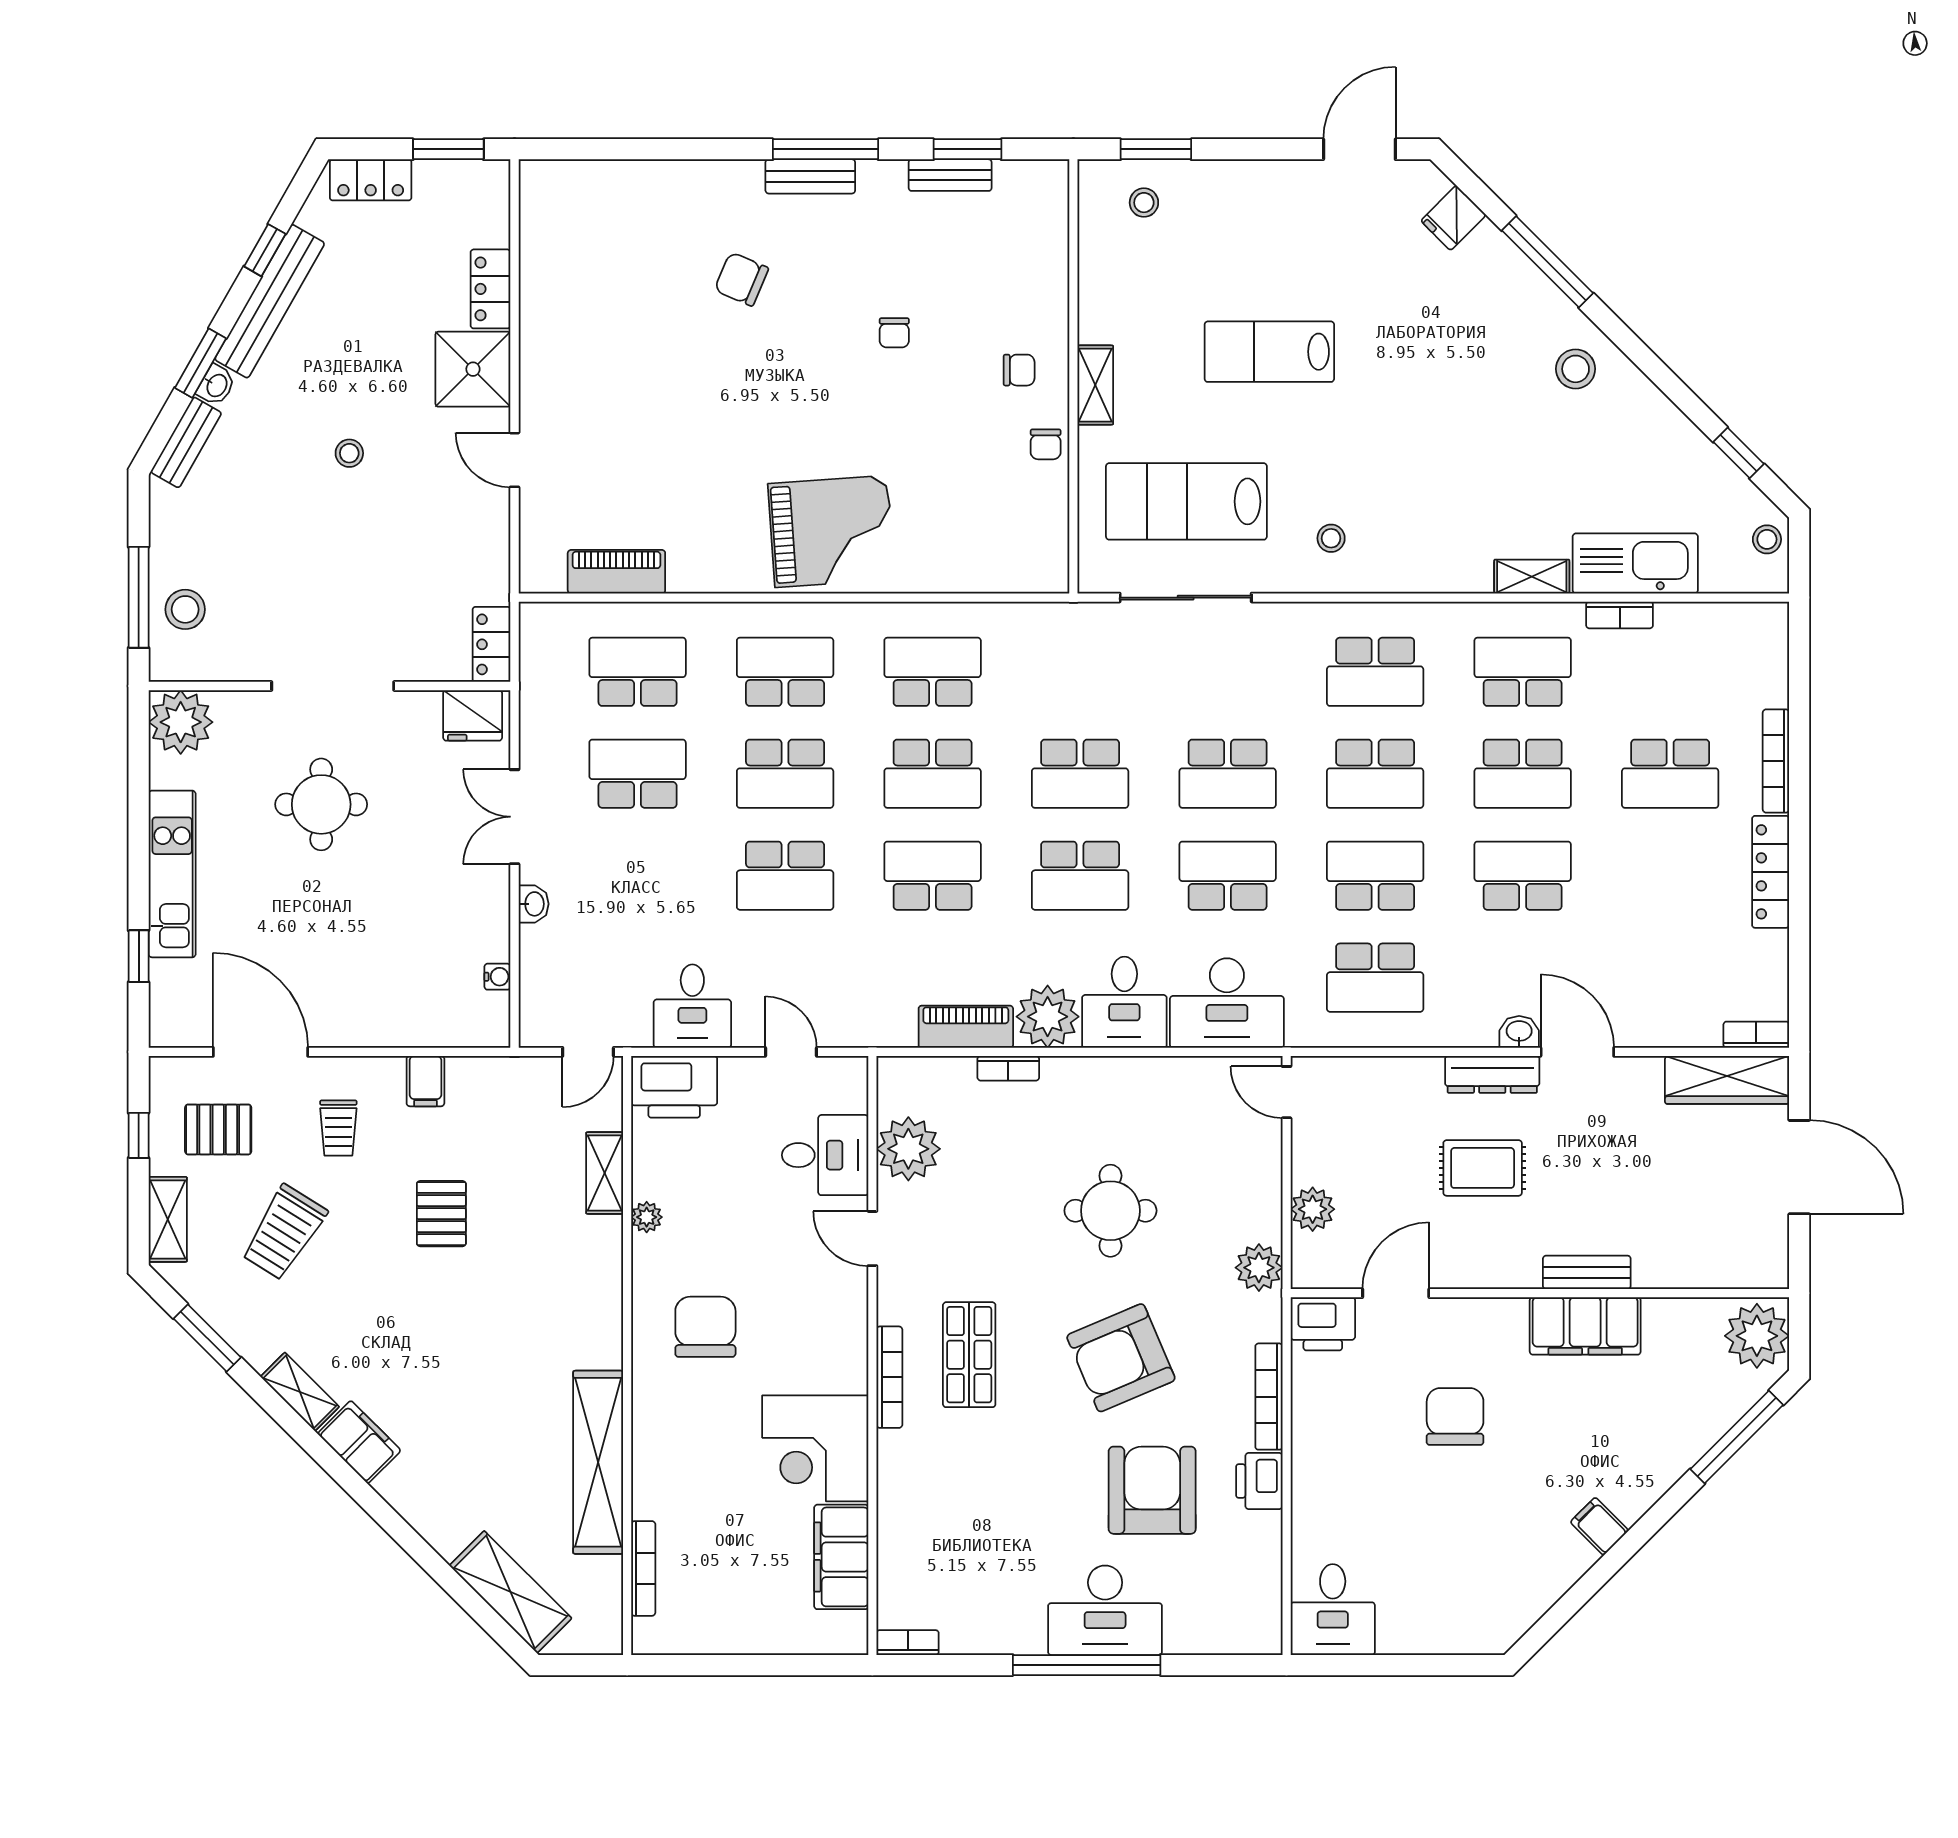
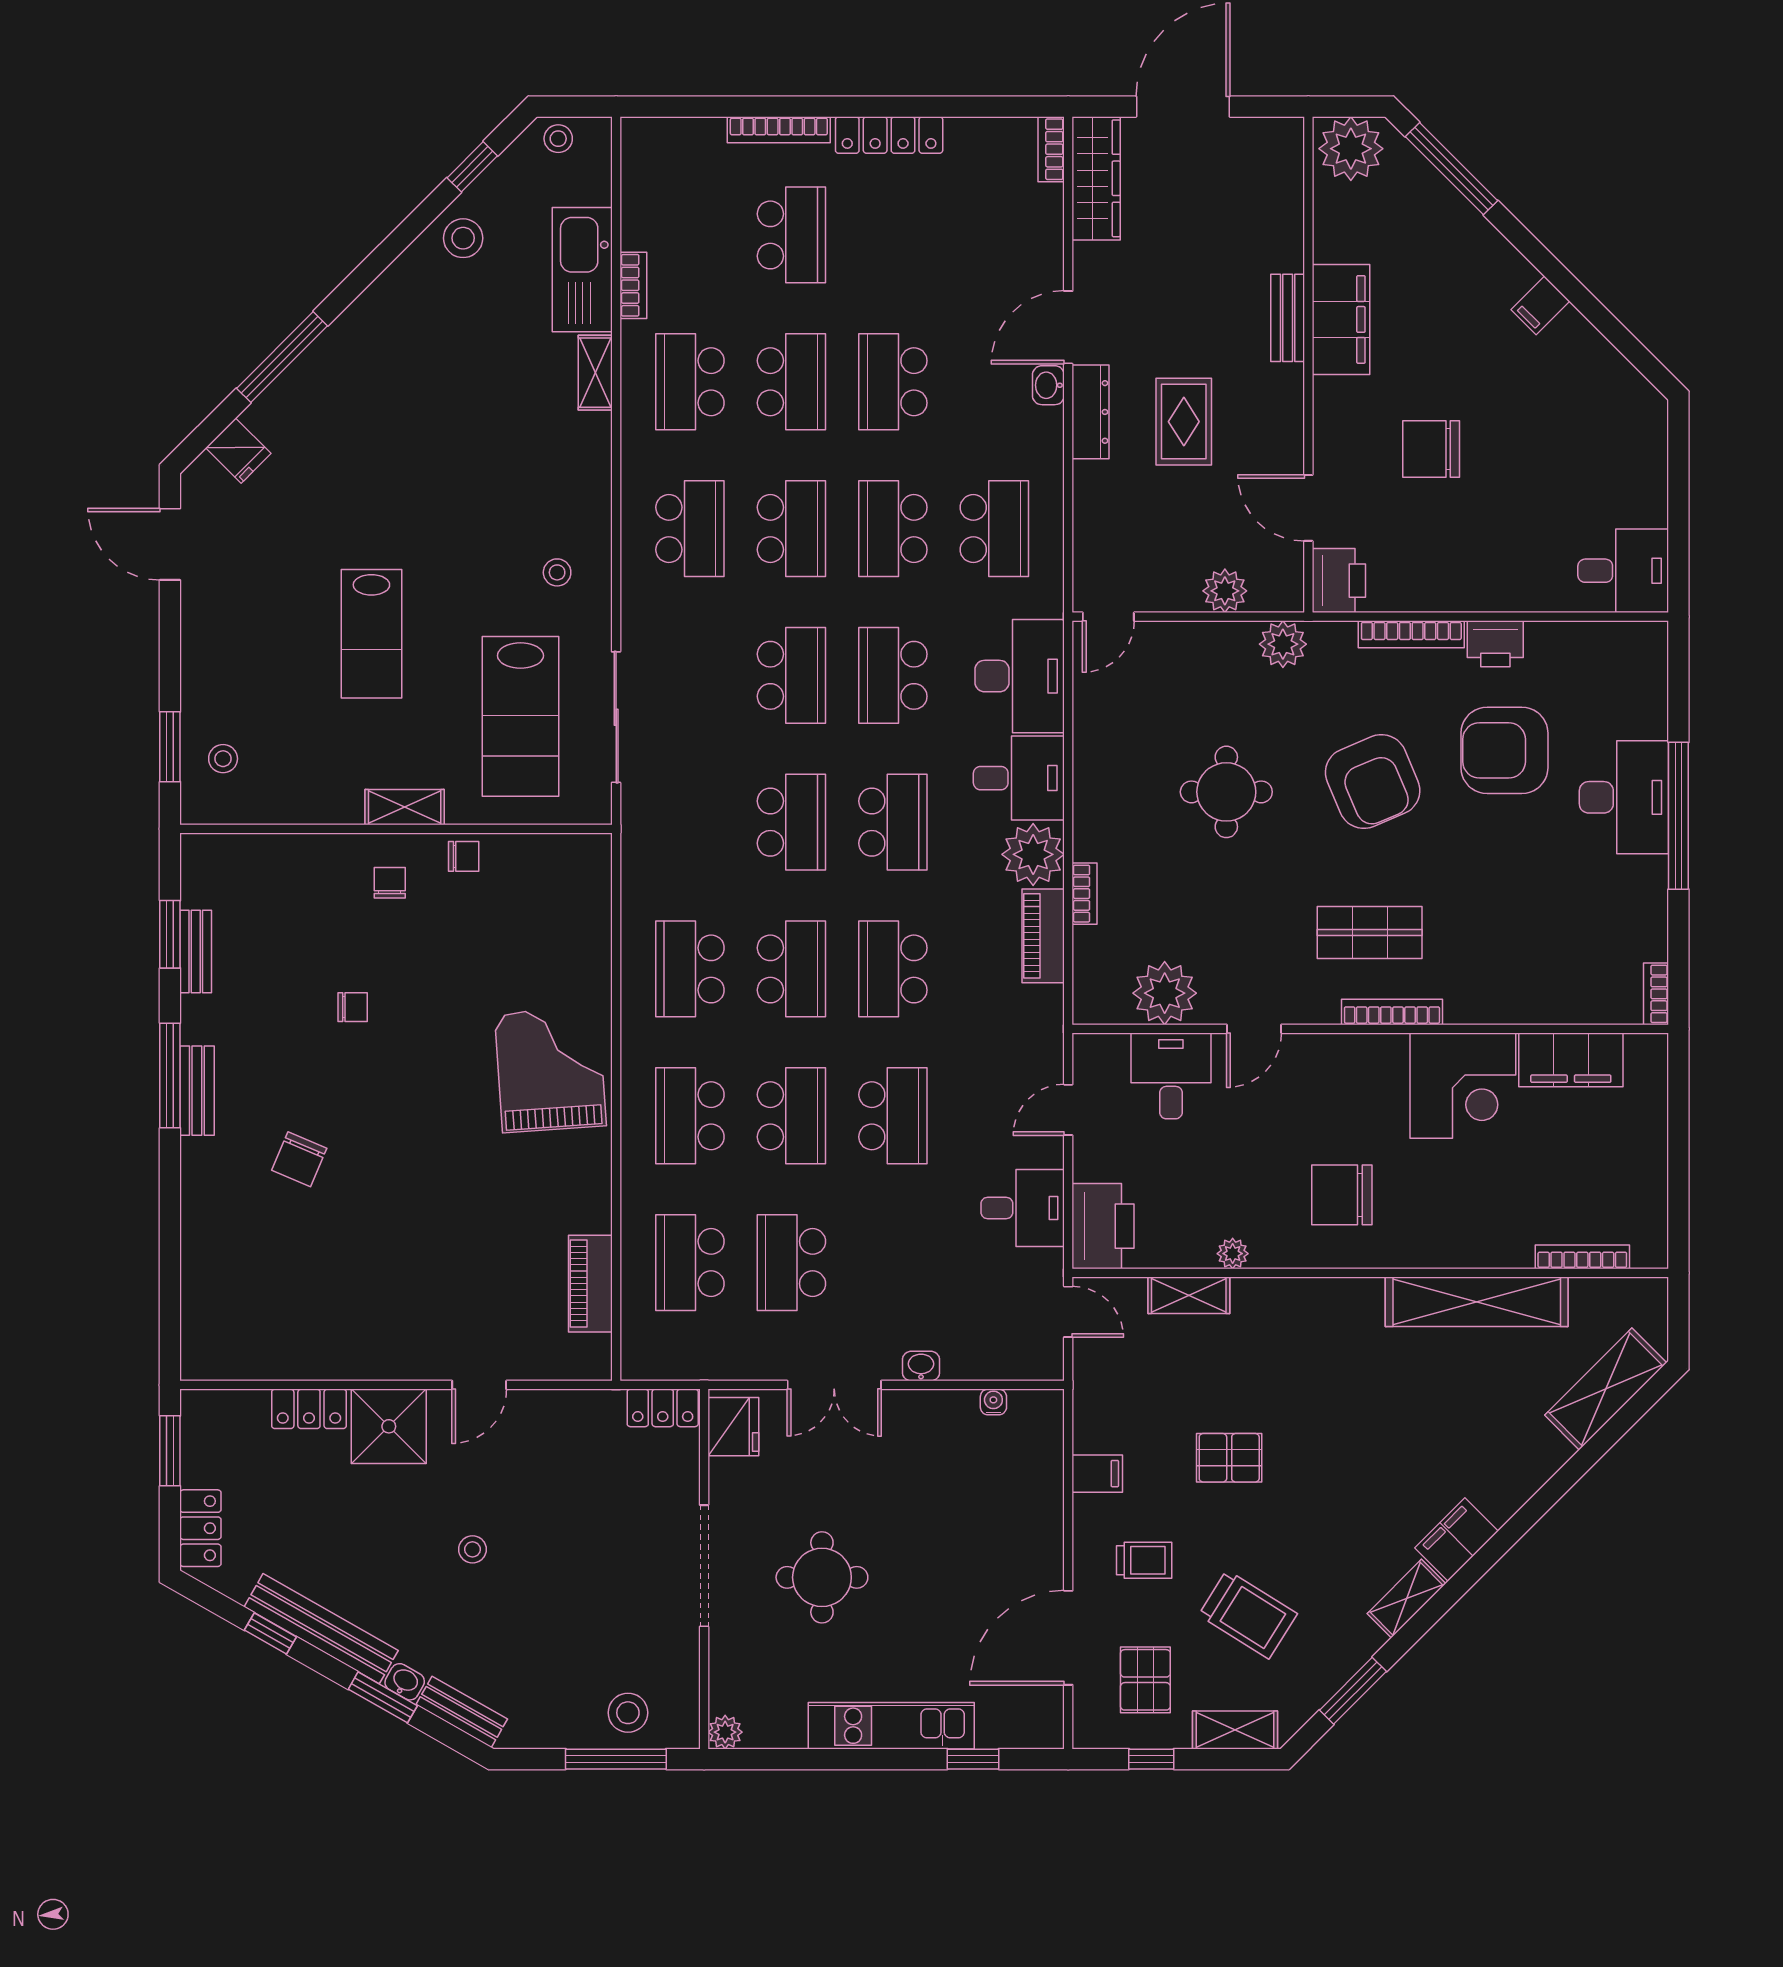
stool: (1576, 369) -> (463, 238), moved
plant: (181, 722) -> (725, 1732), width x0.53, depth x0.53

